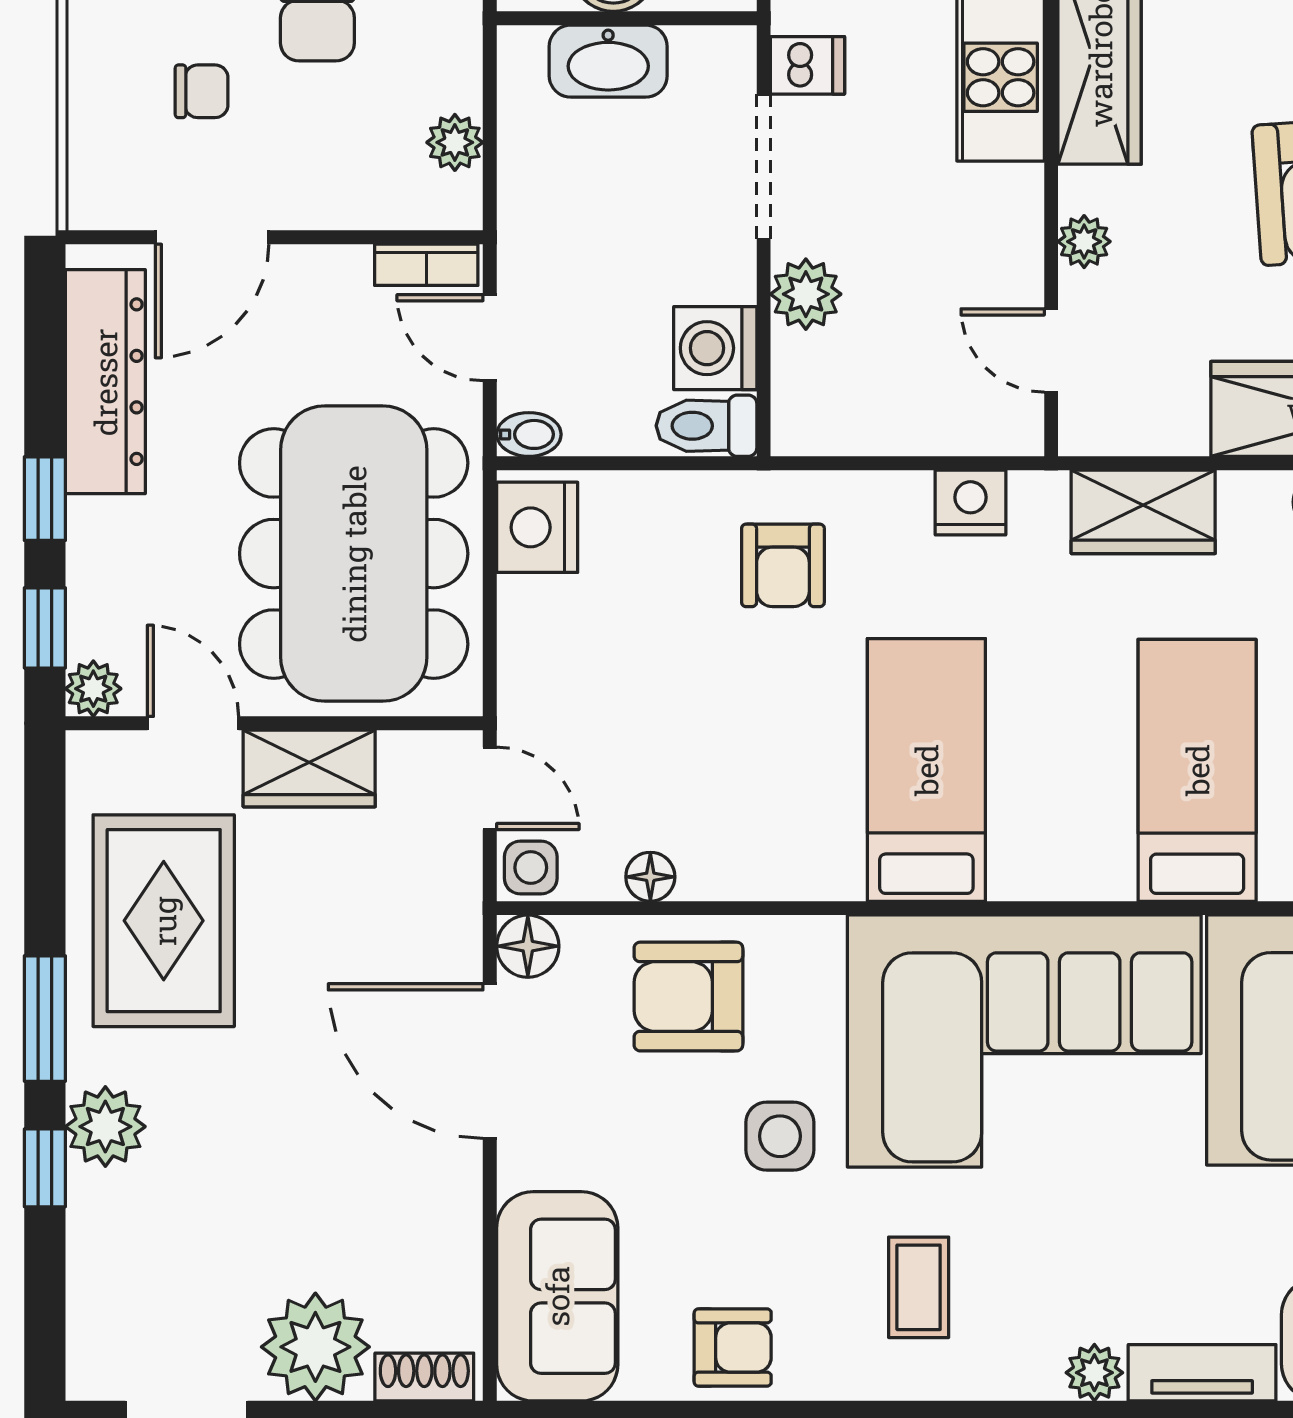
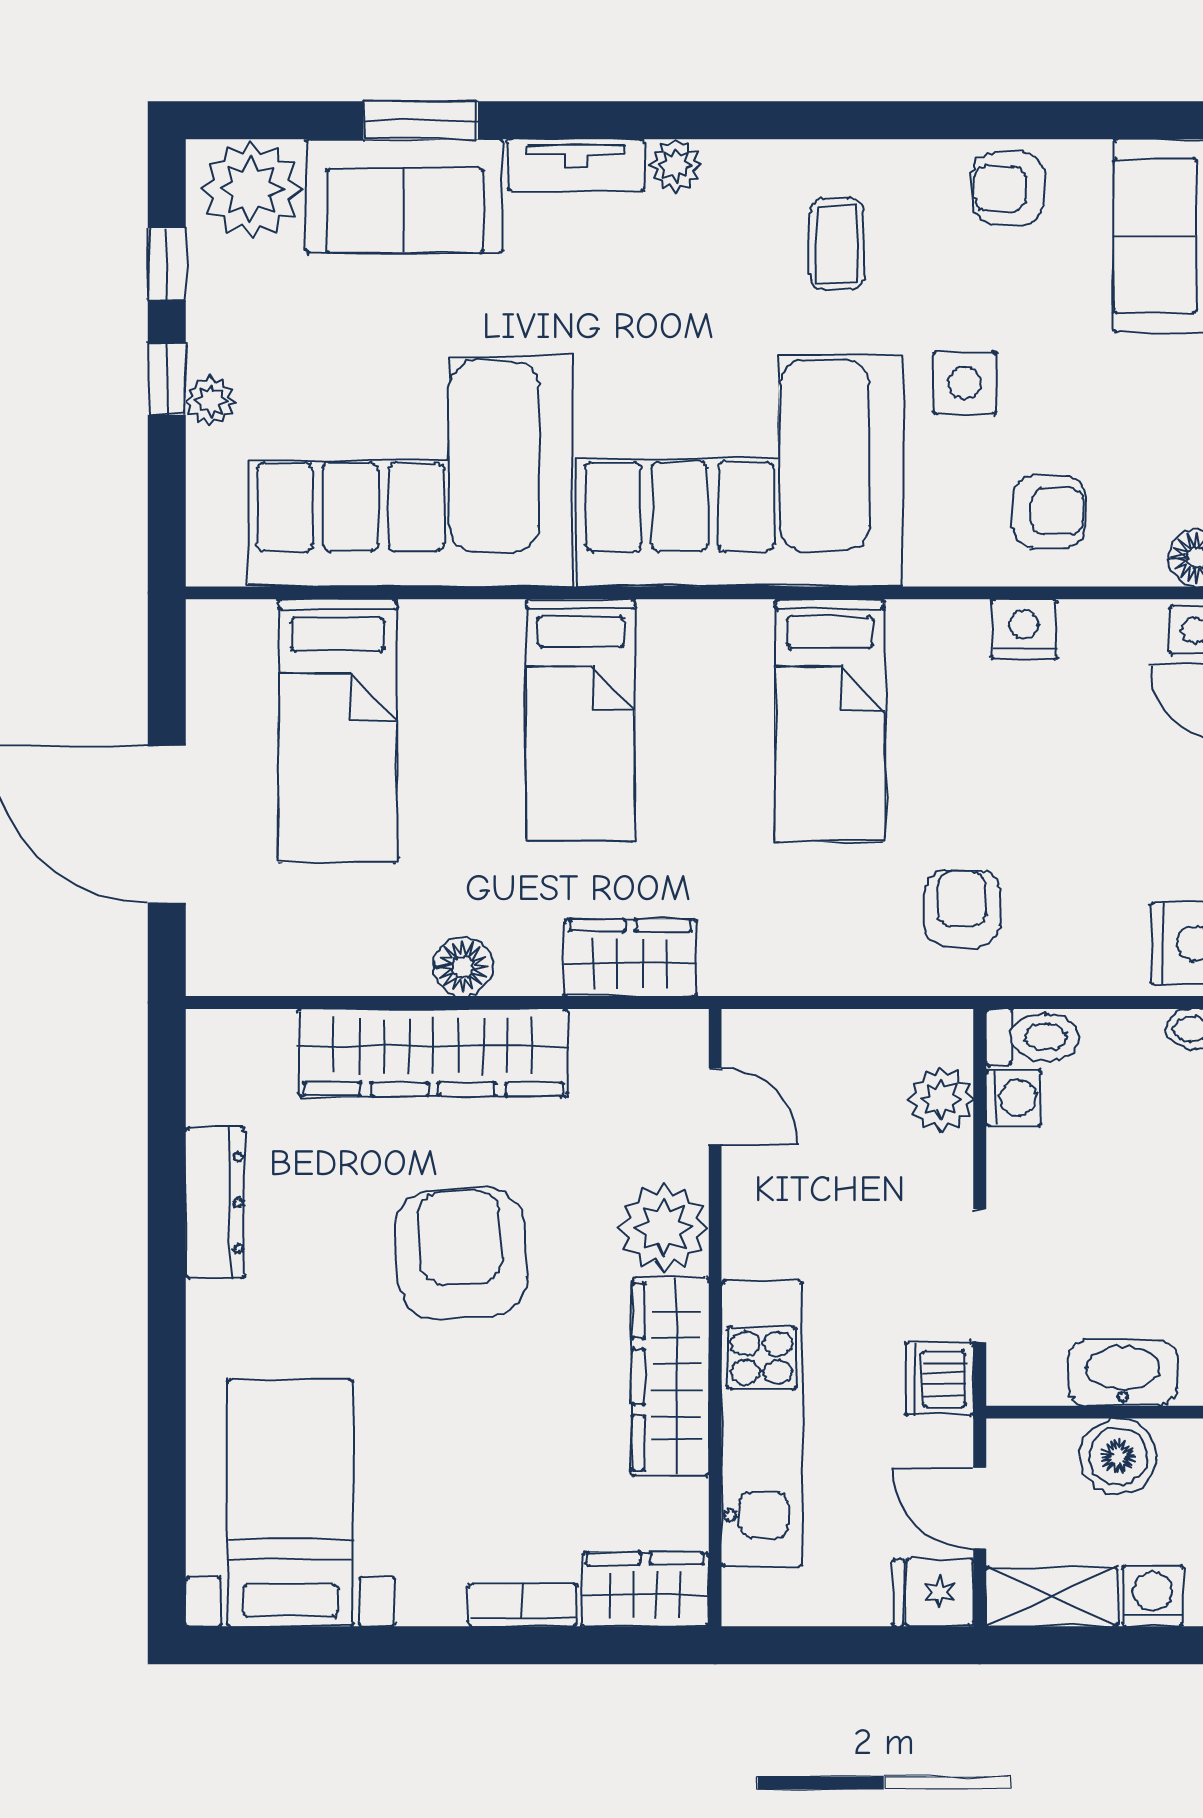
dishwasher: (808, 65) -> (939, 1379), width x1.38
plant: (1084, 242) -> (664, 1228), width x1.88, depth x1.88
plant: (806, 294) -> (941, 1099), moved
washing machine: (715, 348) -> (1014, 1098), width x0.73, depth x0.73
nightstand: (971, 503) -> (1024, 629), moved, turned 180
floor lamp: (650, 877) -> (1084, 622), removed
armchair: (688, 997) -> (1049, 512), width x0.72, depth x0.72

